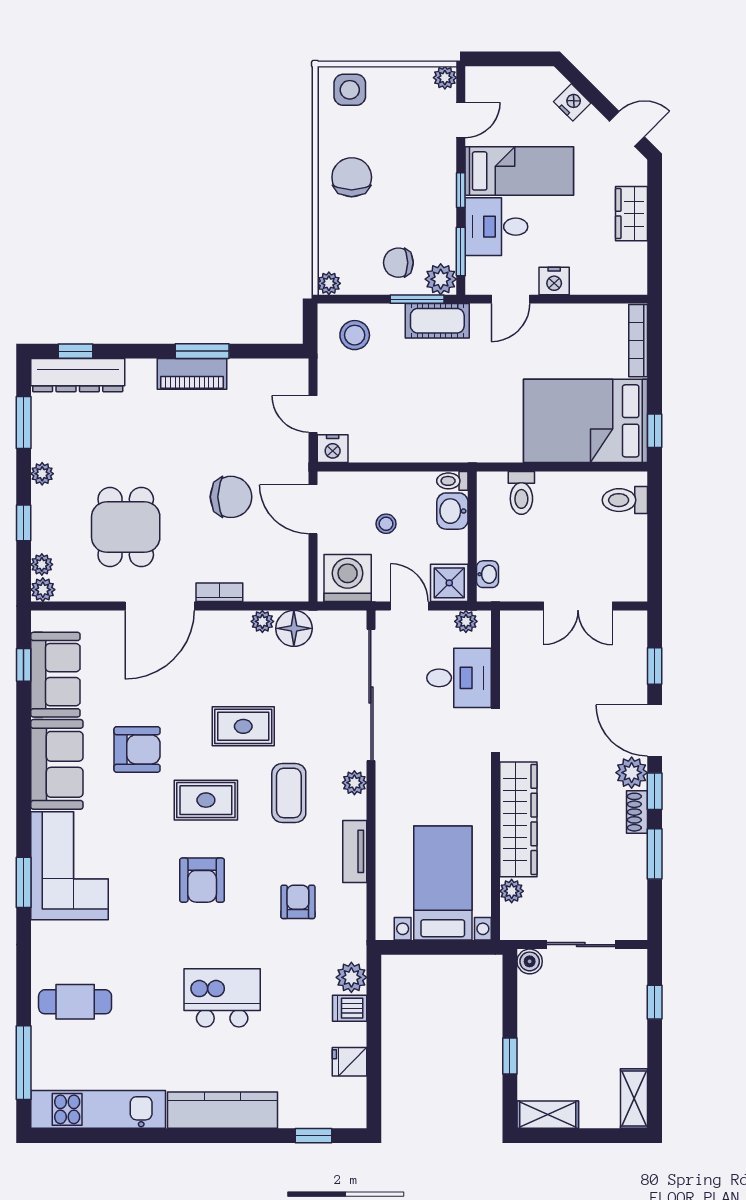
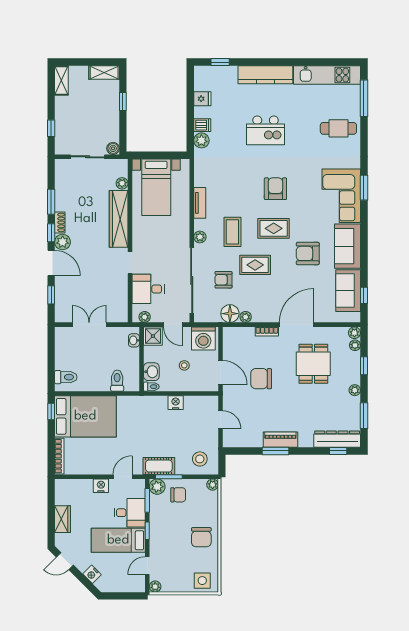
nightstand: (333, 449) -> (176, 403), moved
armchair: (298, 902) -> (223, 280), moved, turned 90

